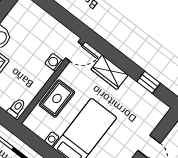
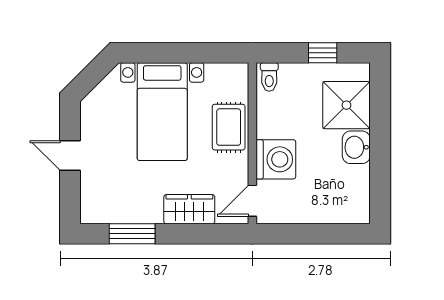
washing machine: (54, 62) -> (276, 159), width x1.89, depth x1.89
window: (149, 82) -> (132, 234), width x1.50

